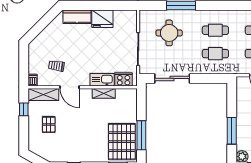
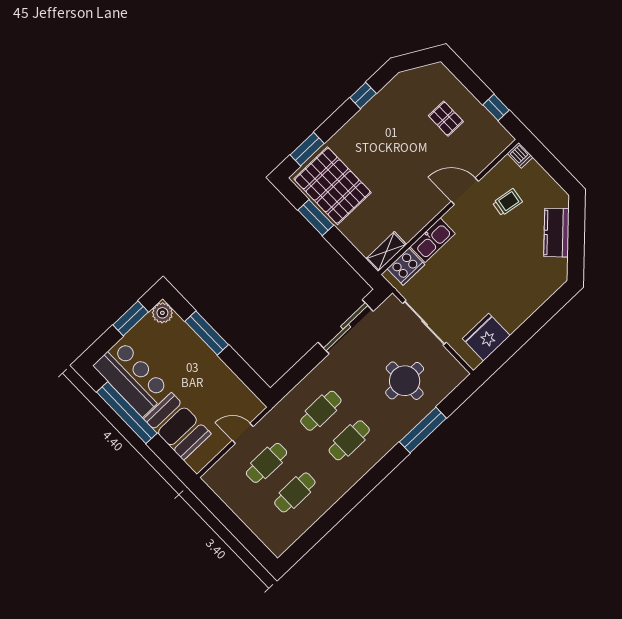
kitchen counter: (77, 17) -> (556, 233), moved, turned -45
fridge: (102, 19) -> (486, 337), moved
shelving: (104, 93) -> (386, 252), moved
shelving: (43, 94) -> (489, 150), removed
window: (141, 135) -> (316, 218), width x0.69

